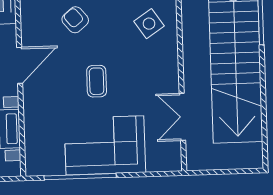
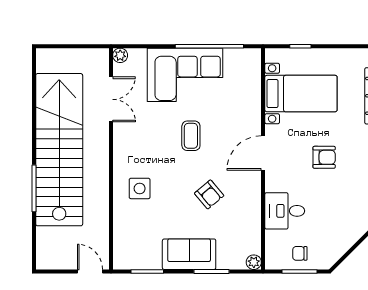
side table: (149, 24) -> (140, 188), turned 34
plant: (174, 164) -> (120, 55), added

